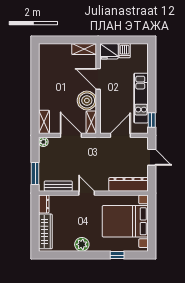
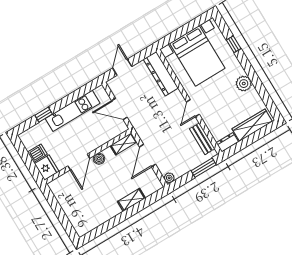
shelving: (84, 49) -> (59, 192), removed
boiler: (87, 101) -> (99, 159), width x0.54, depth x0.54
window: (152, 120) -> (44, 115), moved
shelving: (44, 122) -> (131, 200), moved

